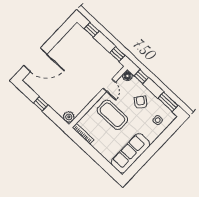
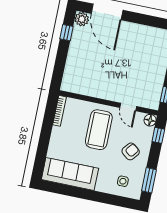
door: (109, 85) -> (128, 107), hinge flipped
window: (41, 104) -> (66, 33), moved
plant: (69, 117) -> (82, 19), moved

